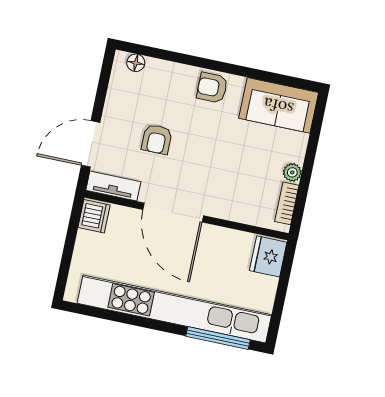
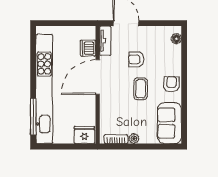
coffee table: (209, 143) -> (141, 89), added
dishwasher: (94, 216) -> (88, 48), moved, turned 90

